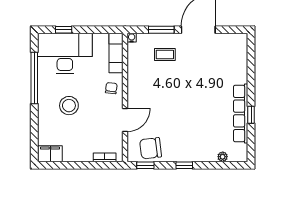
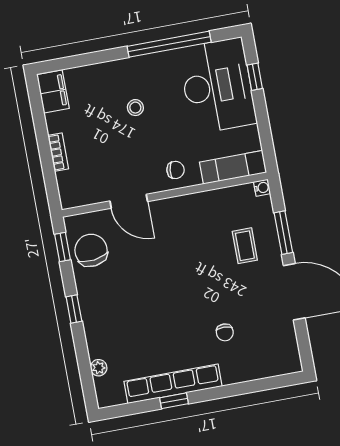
chair: (215, 76) -> (225, 332), added
stool: (69, 106) -> (135, 108), width x0.53, depth x0.53
bookcase: (105, 157) -> (58, 152), moved

